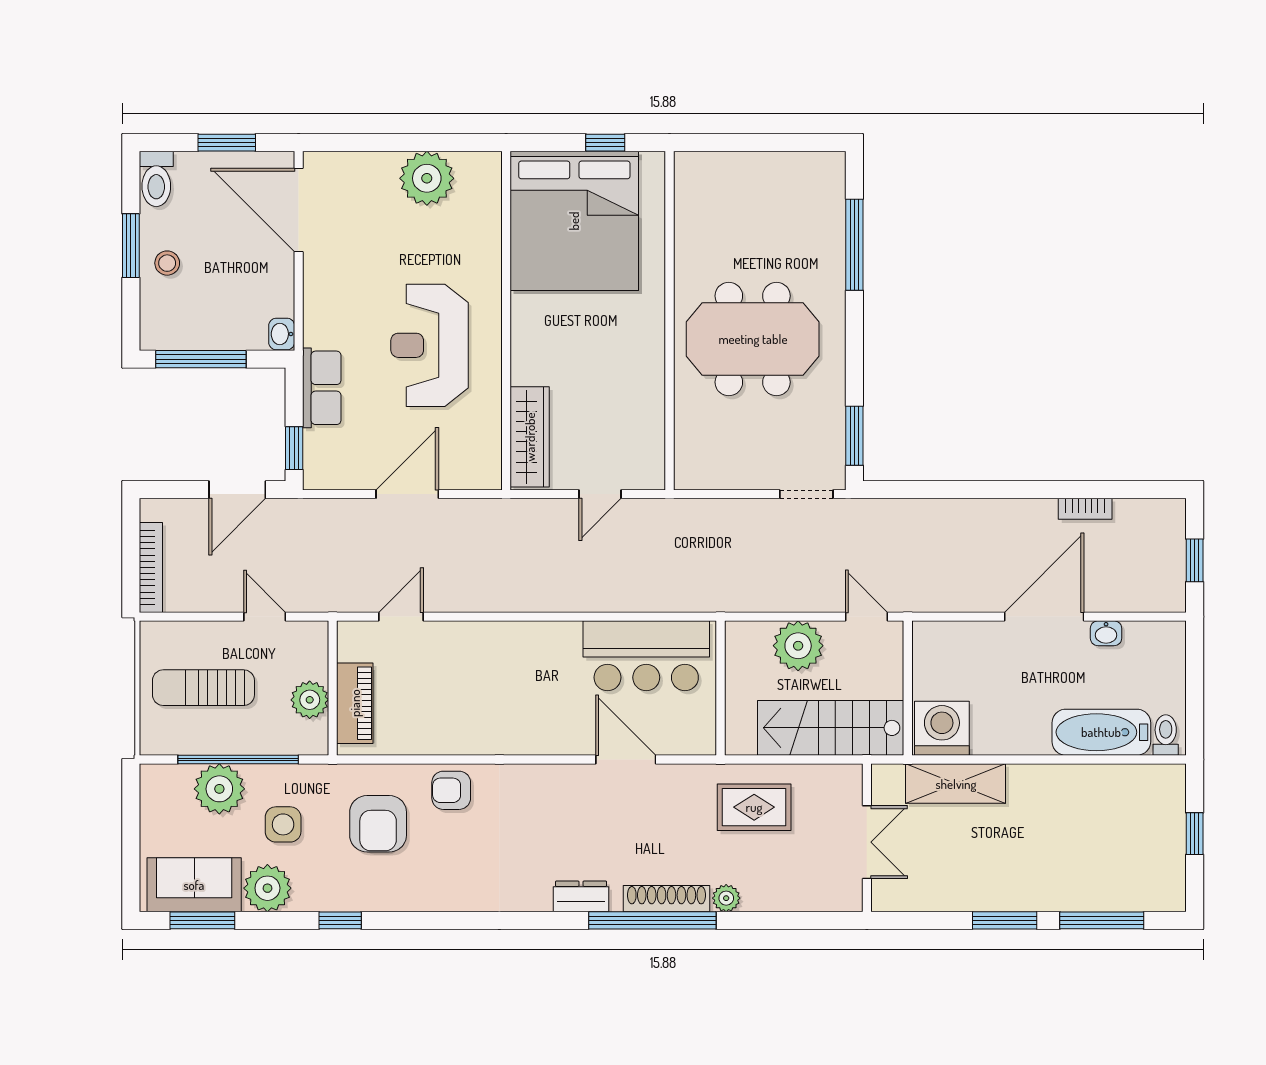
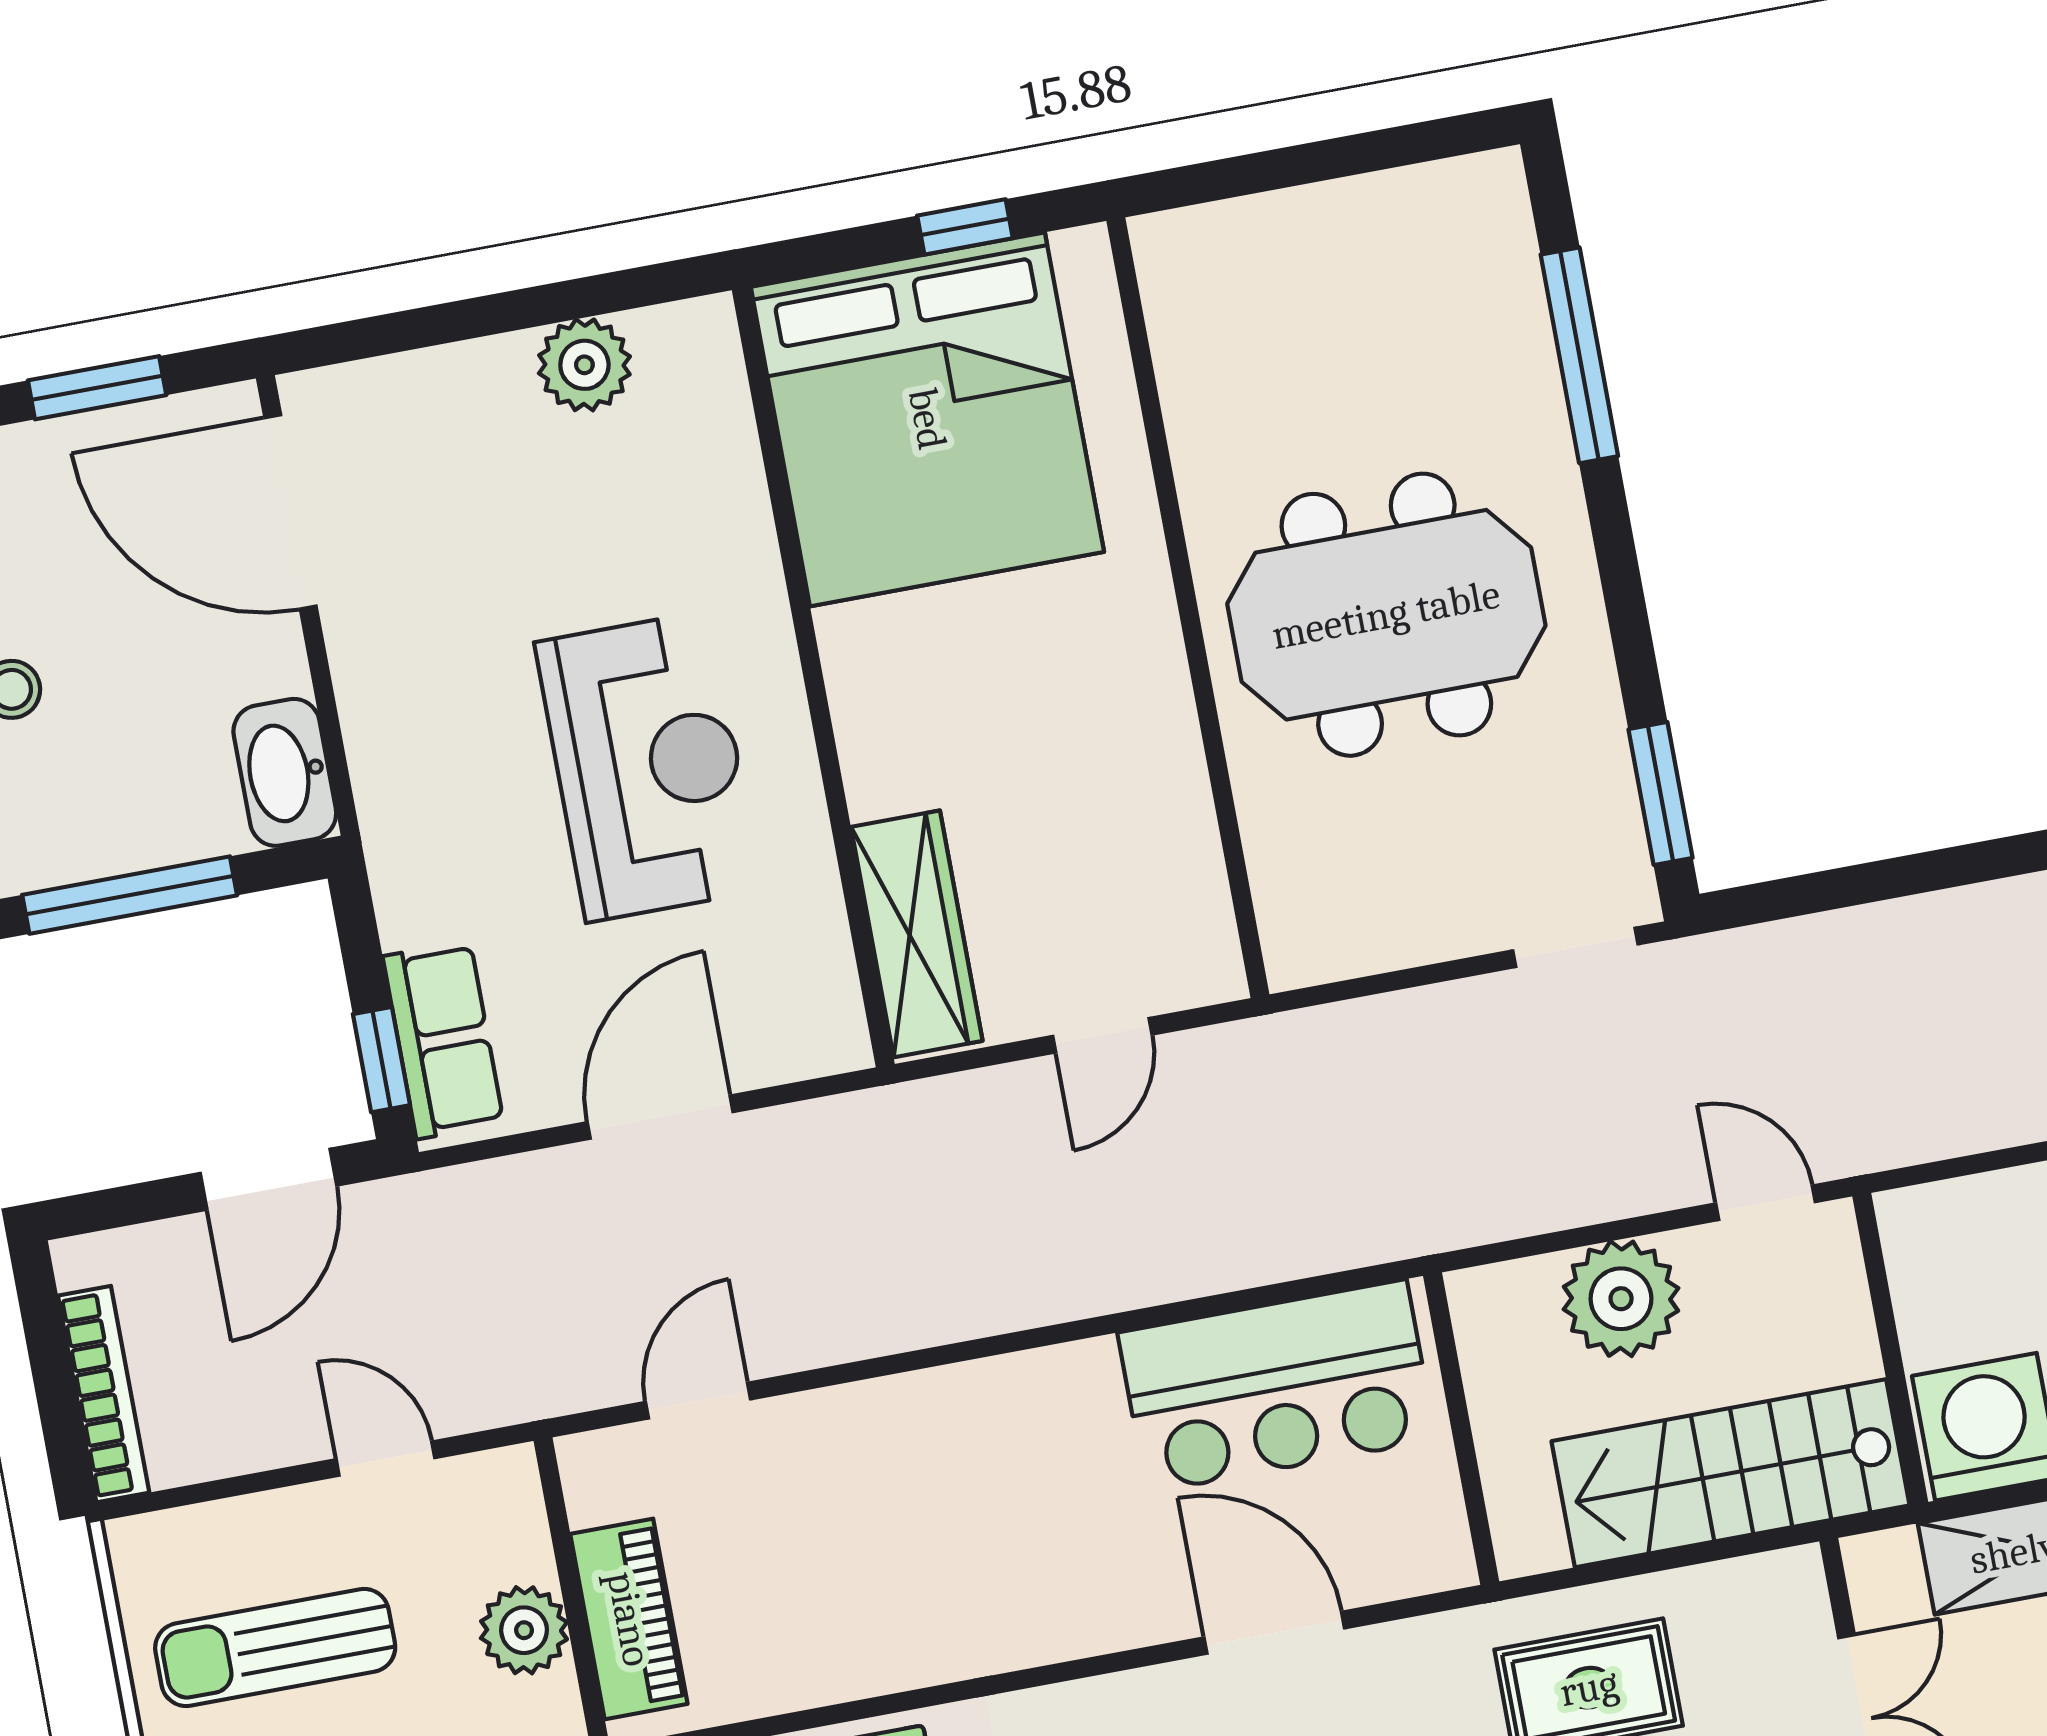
plant: (427, 178) -> (584, 365), width x0.73, depth x0.73
washbasin: (282, 334) -> (285, 772), width x1.91, depth x1.45
reception desk: (430, 345) -> (648, 766), turned 180
row of seats: (322, 388) -> (443, 1040), moved

